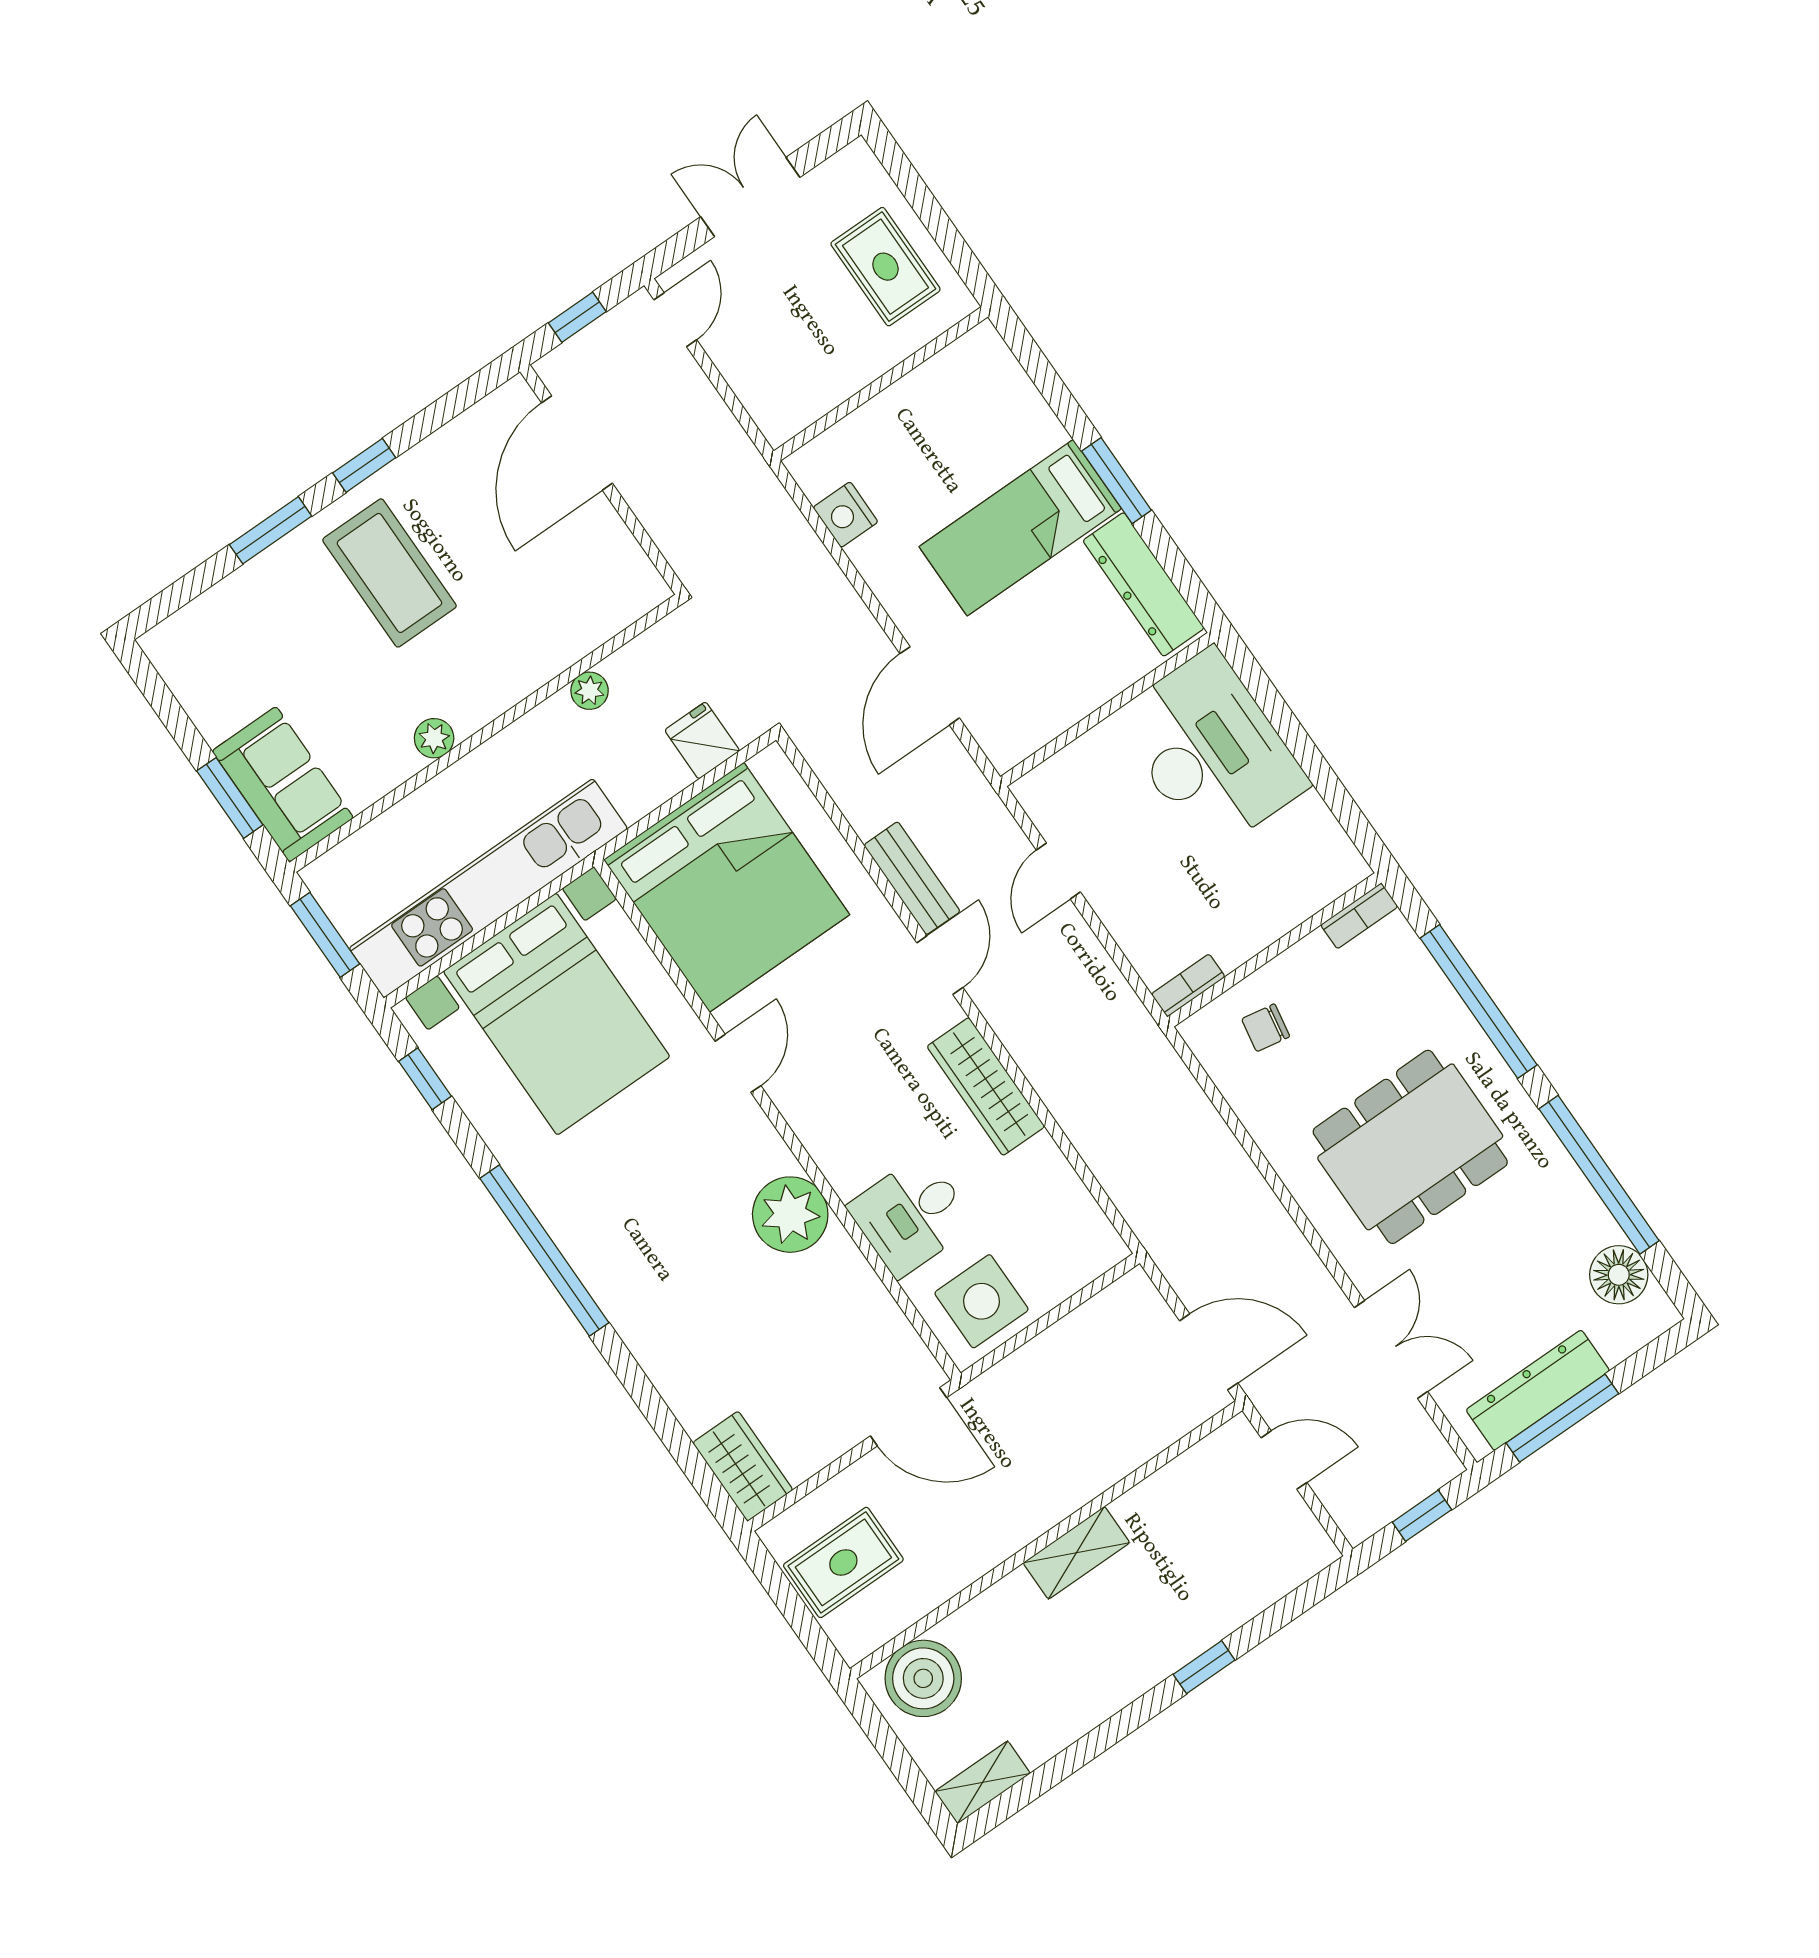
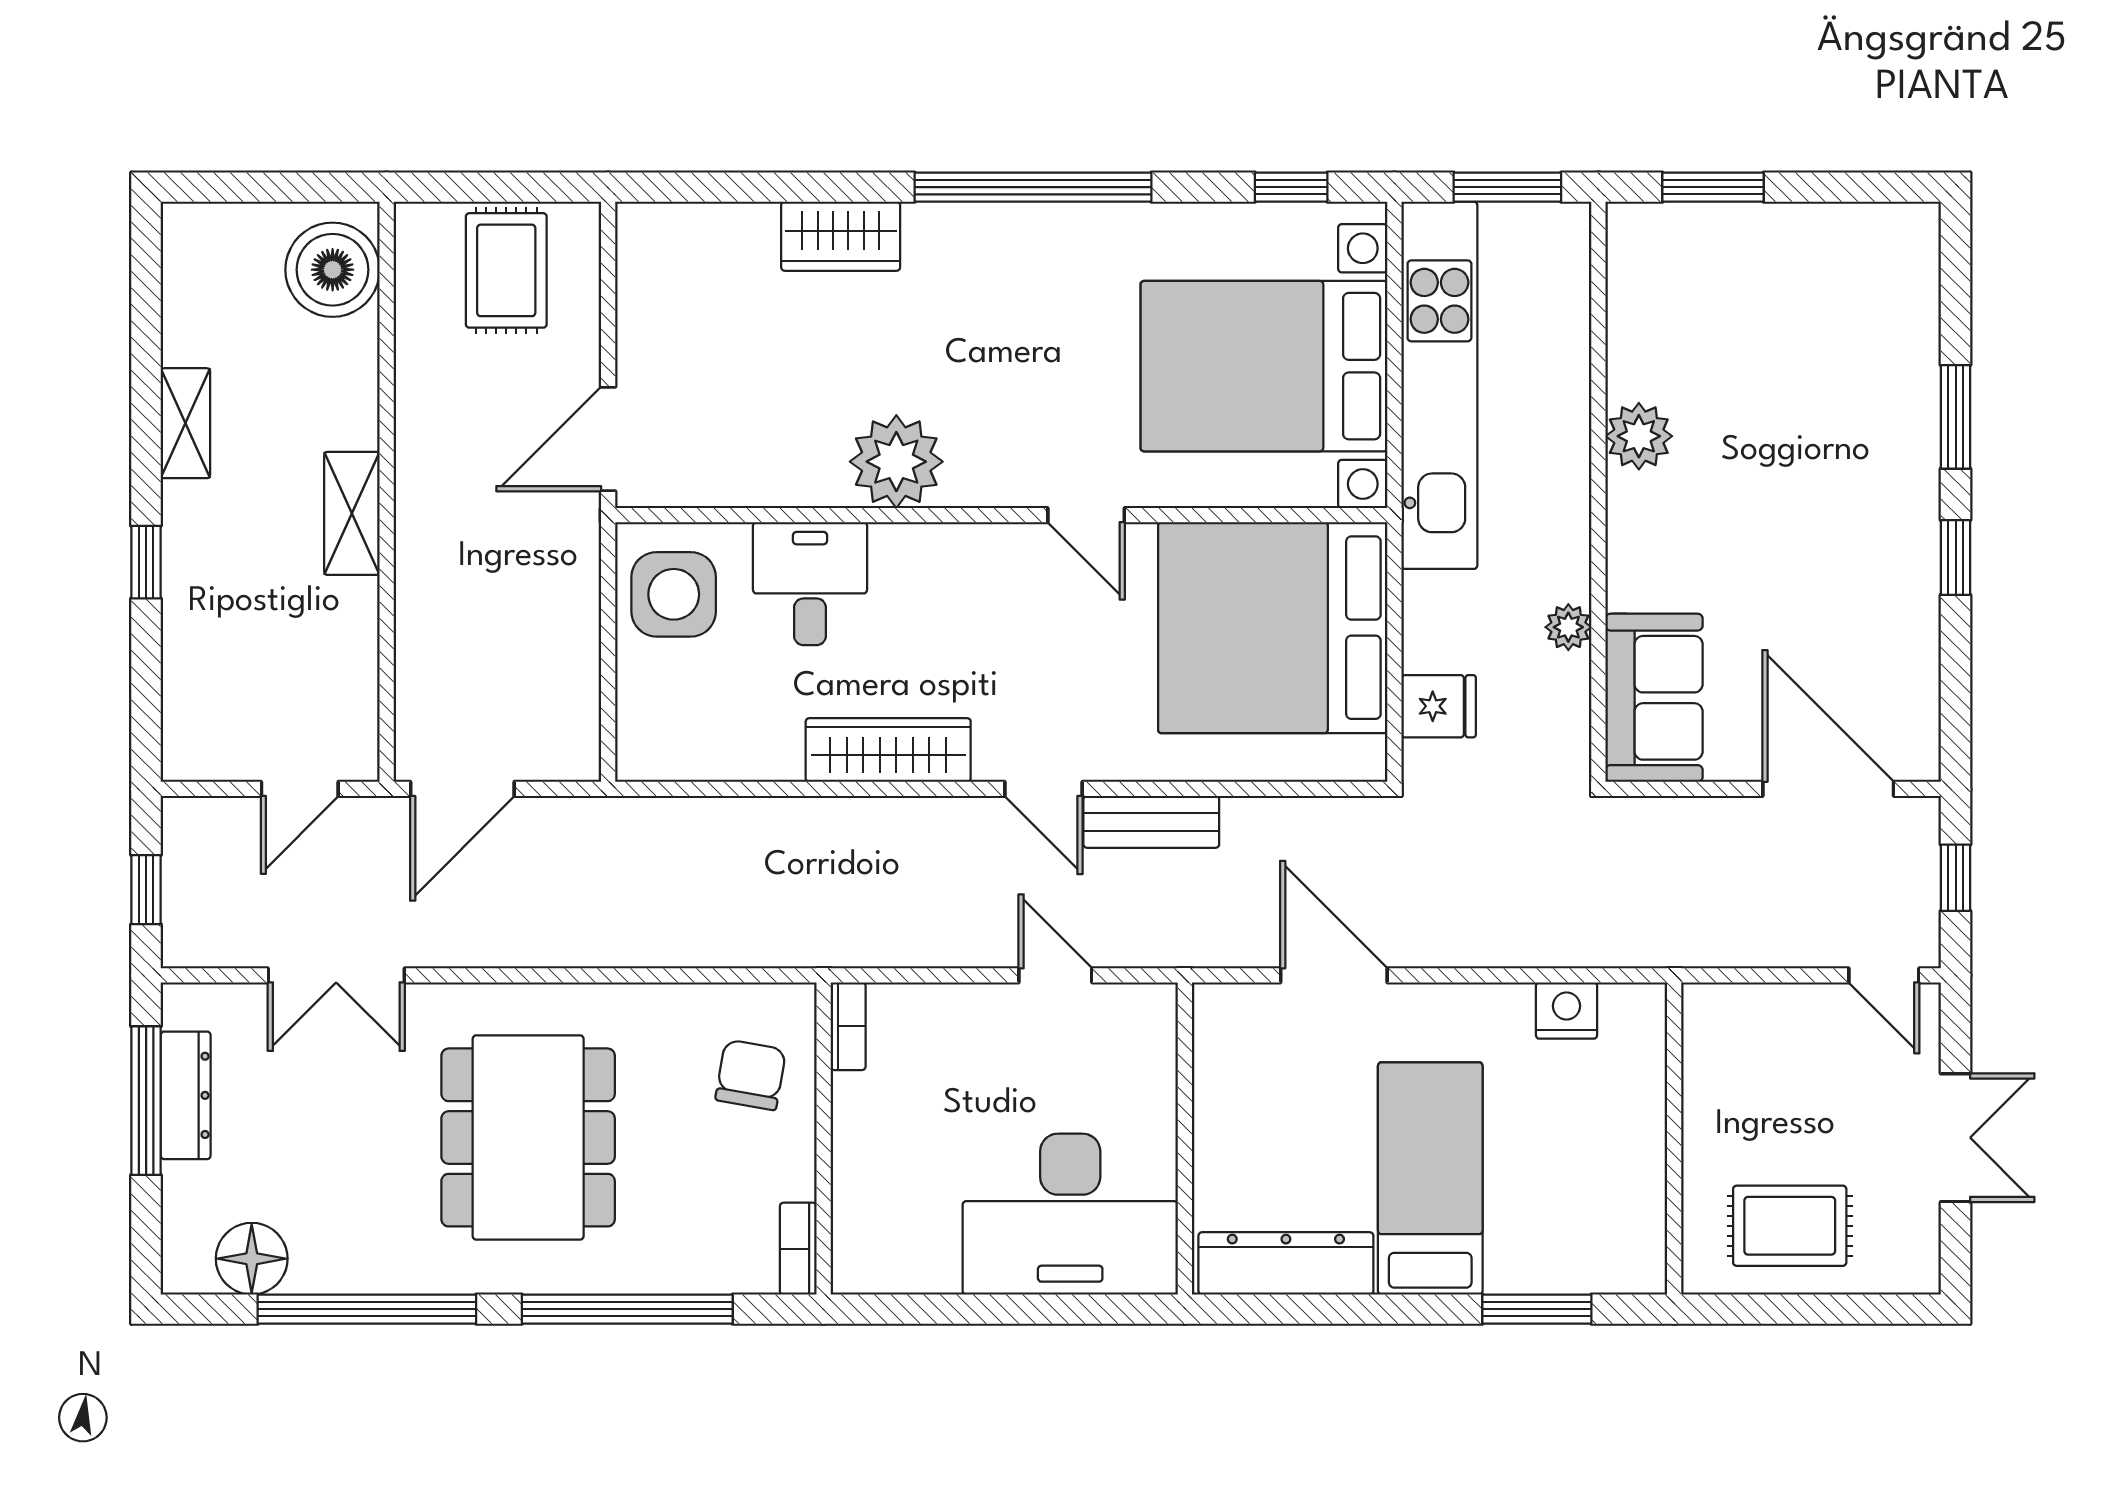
window: (1117, 481) -> (1537, 1309), moved
coffee table: (389, 573) -> (1829, 507), removed
plant: (434, 738) -> (1639, 436), width x1.38, depth x1.38
sofa: (283, 784) -> (1654, 698), moved, turned -90
chair: (1266, 1028) -> (751, 1075), width x1.37, depth x1.37
dresser: (1538, 1390) -> (186, 1095), width x0.73, depth x0.80
wardrobe: (743, 1466) -> (841, 236), moved
shelving: (983, 1782) -> (185, 423), moved

